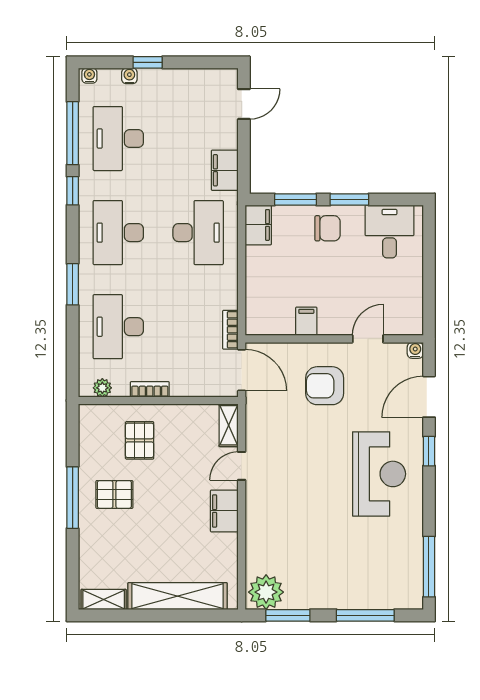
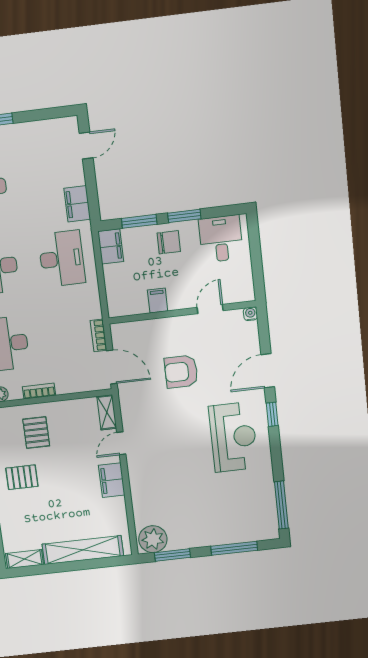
filing cabinet: (306, 321) -> (158, 301), moved
wall: (334, 339) -> (182, 312), moved
door: (368, 339) -> (210, 309), moved
water cooler: (415, 350) -> (250, 314), moved

